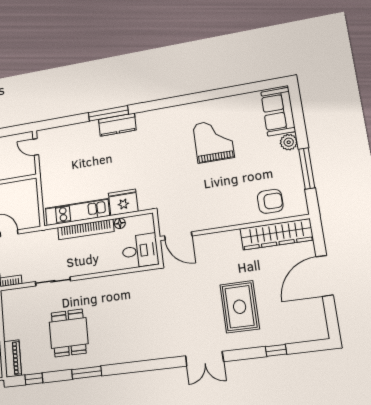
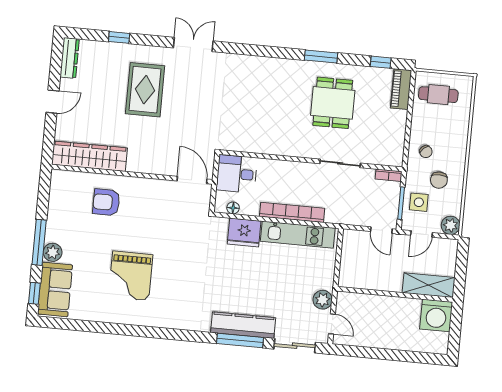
window: (296, 103) -> (34, 293), added
sliding door: (63, 122) -> (295, 346), added
kitchen counter: (117, 125) -> (243, 325), width x1.50
plant: (47, 164) -> (323, 300), added
window: (307, 168) -> (39, 242), moved
armchair: (270, 201) -> (106, 202), moved
floor lamp: (120, 223) -> (233, 208), moved
door: (325, 276) -> (52, 102), width x0.53
dresser: (319, 320) -> (70, 58), added

